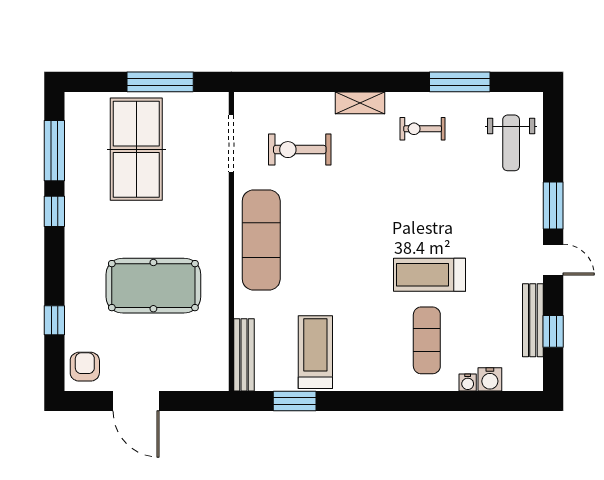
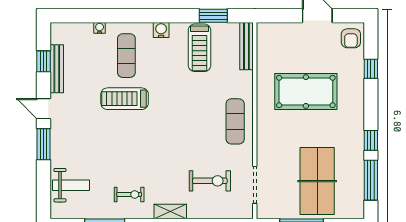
weight bench: (511, 143) -> (71, 185), turned 90
exercise mat: (261, 240) -> (235, 121), width x0.73, depth x0.69
treadmill: (430, 275) -> (125, 99), turned 180
water cooler: (490, 379) -> (161, 30), moved

